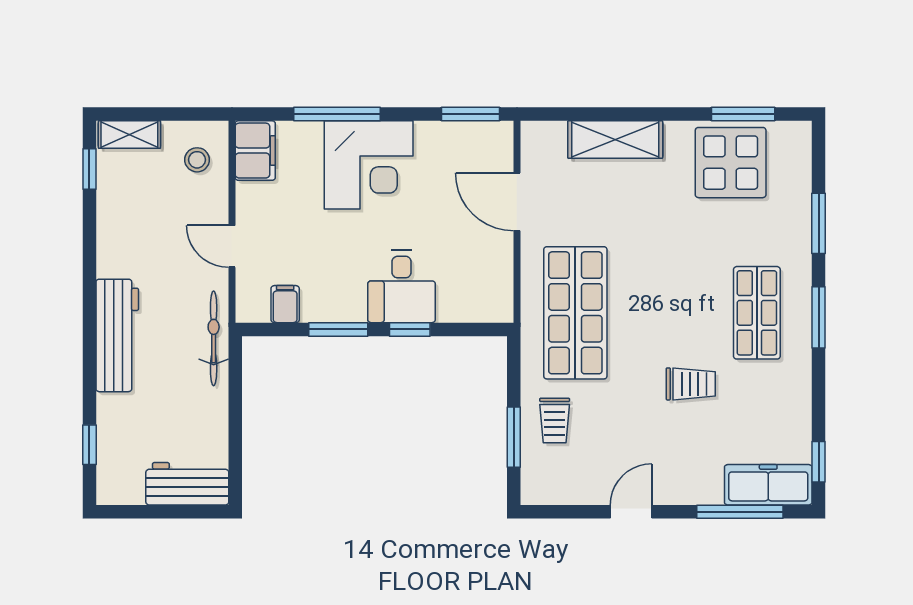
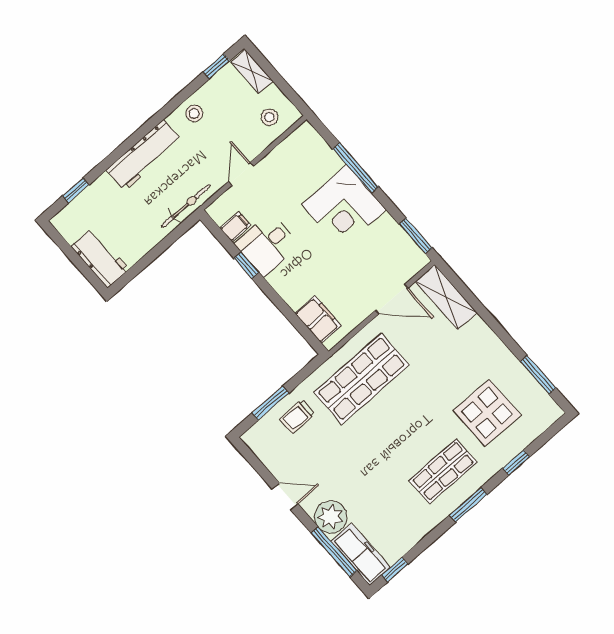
shelving: (615, 140) -> (446, 297), moved
filing cabinet: (255, 151) -> (318, 319), moved, turned -90
display table: (731, 163) -> (487, 413), moved
door: (517, 202) -> (392, 299), swing flipped
window: (819, 223) -> (516, 463), width x0.67
stool: (120, 239) -> (194, 113), added
desk: (402, 287) -> (267, 245), moved
window: (338, 329) -> (246, 265), width x0.67
window: (410, 329) -> (279, 302), removed
trolley: (691, 384) -> (377, 469), removed
plant: (698, 481) -> (331, 517), added

